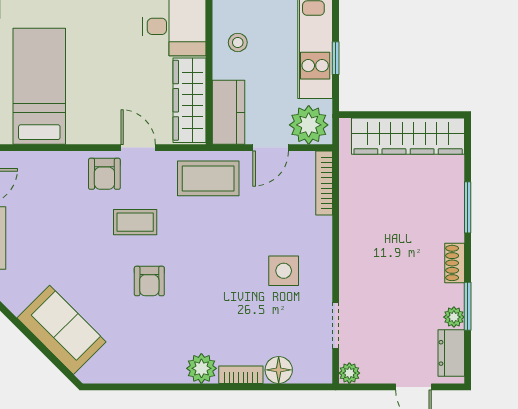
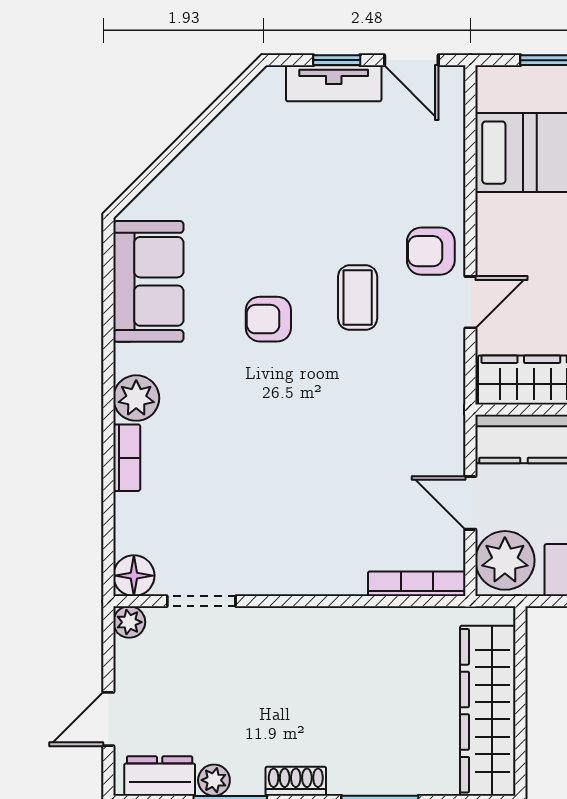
coffee table: (208, 178) -> (424, 408), removed
side table: (284, 271) -> (284, 522), removed
sofa: (62, 330) -> (148, 281), moved, turned -45
floor lamp: (279, 370) -> (134, 576), moved

